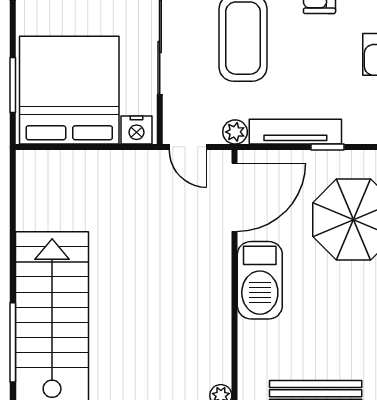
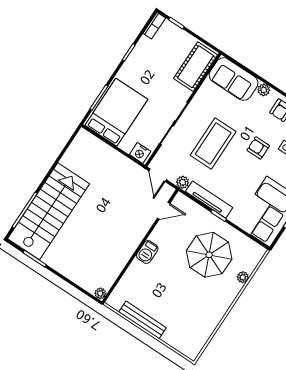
bed: (69, 90) -> (116, 112), width x0.73
door: (235, 197) -> (164, 211), width x0.53
barbecue: (260, 280) -> (147, 252), width x0.53, depth x0.65

